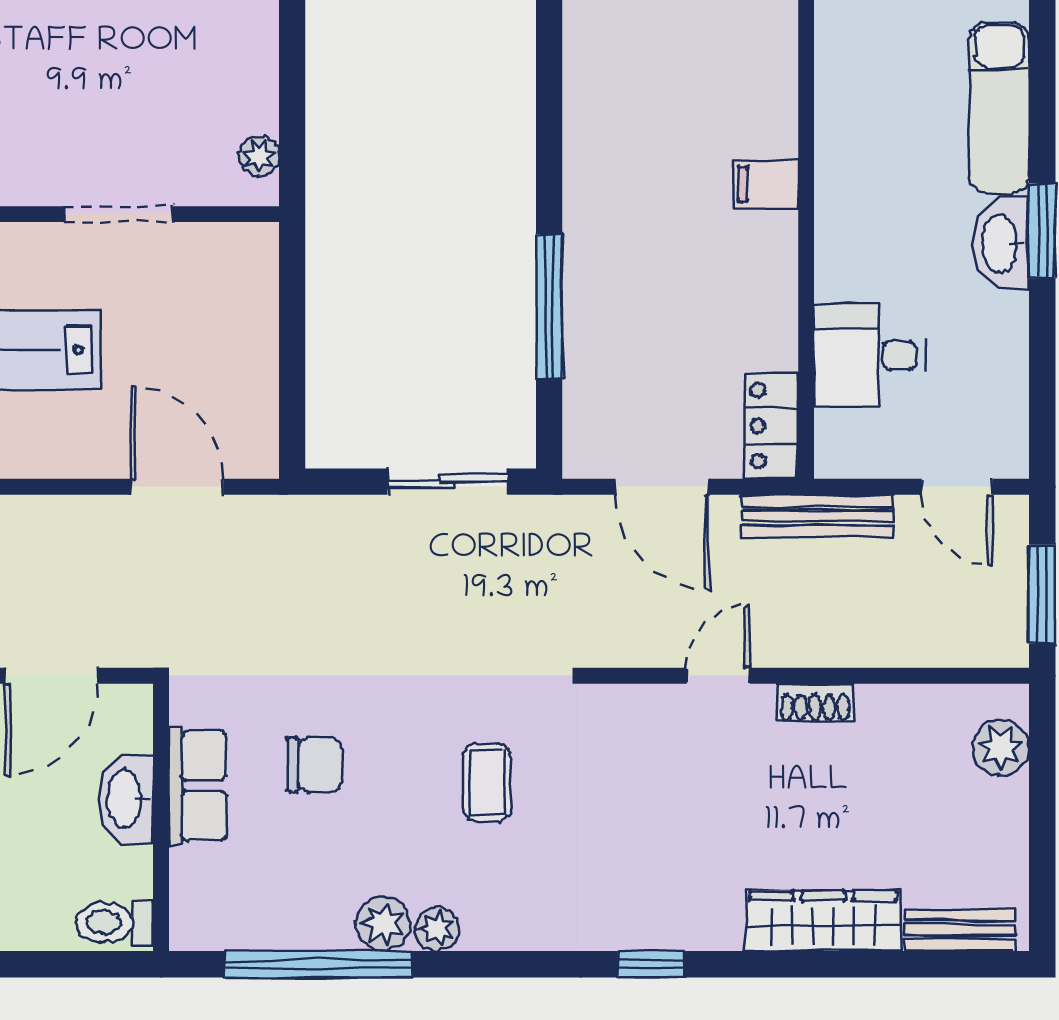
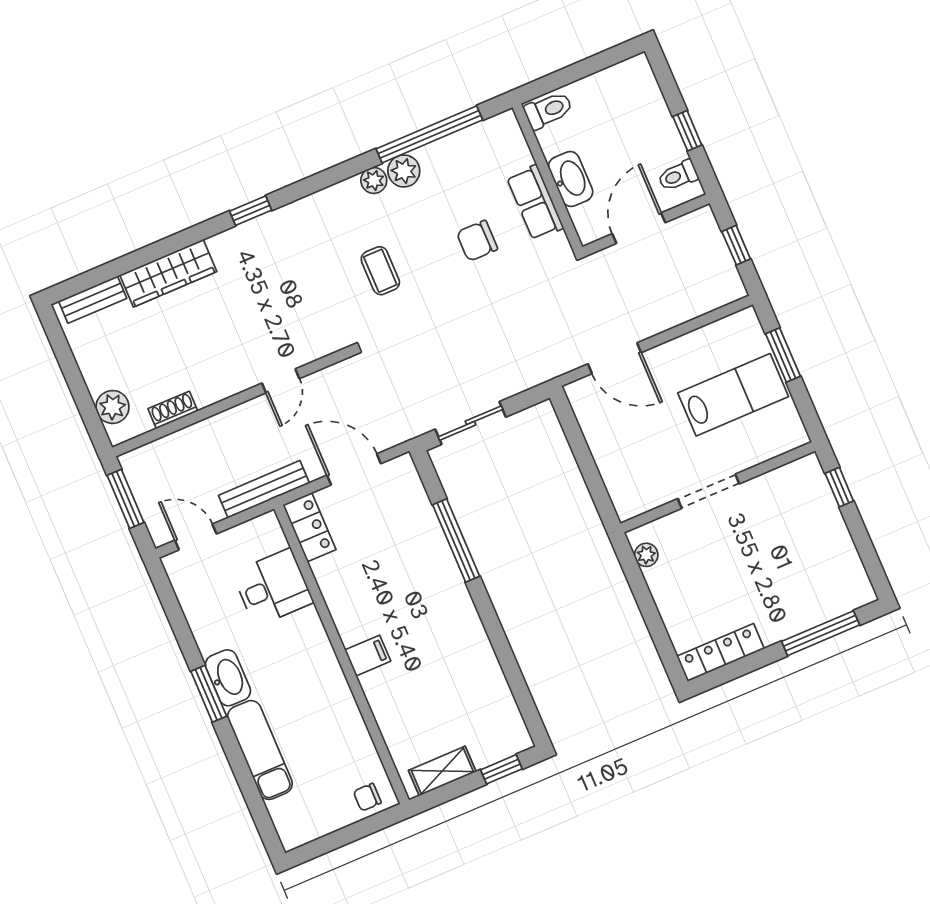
shoe rack: (815, 702) -> (173, 410), moved

